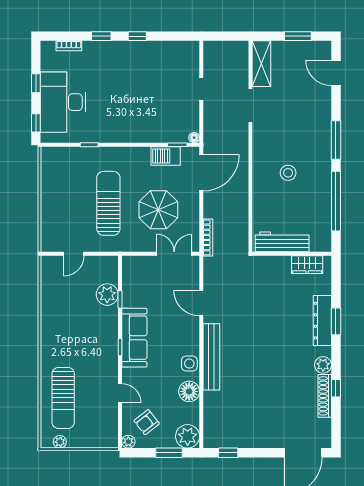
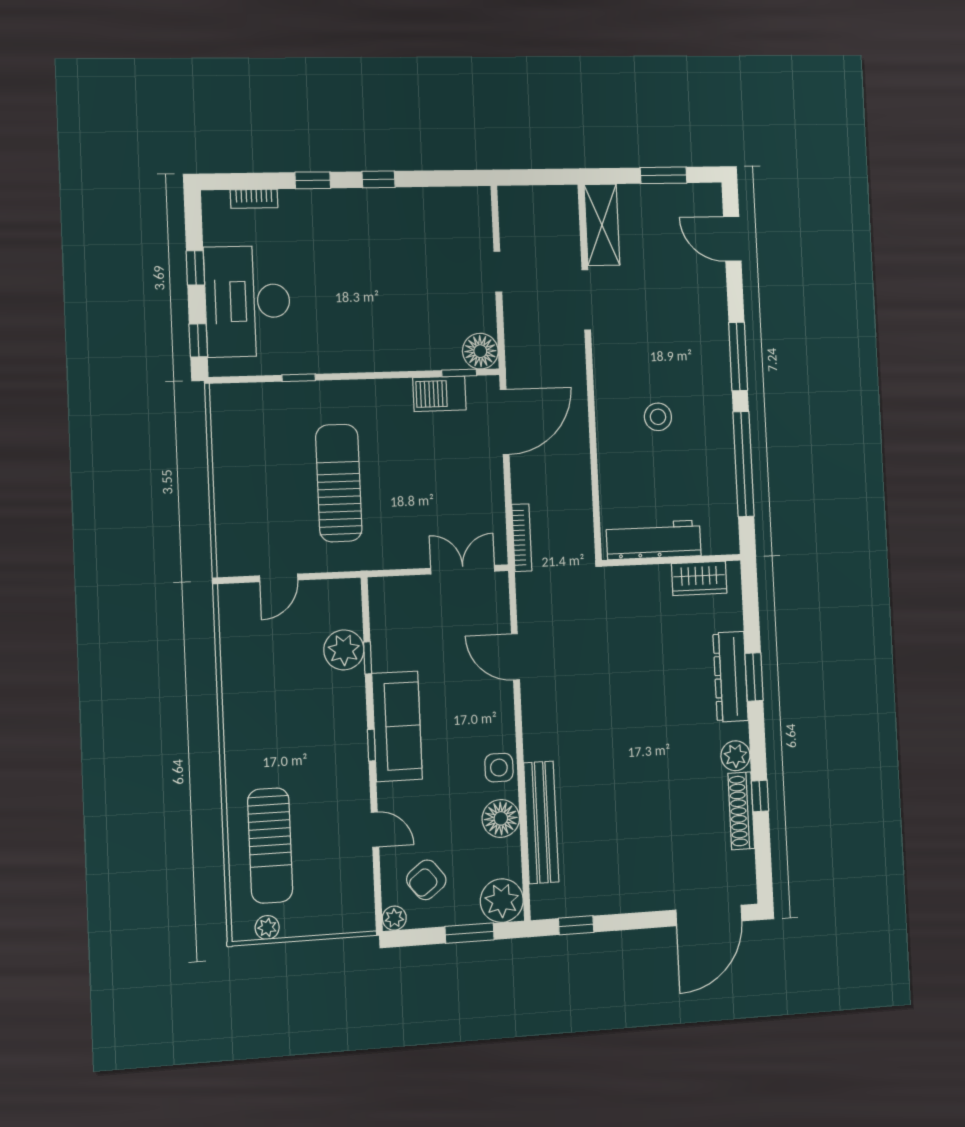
floor lamp: (194, 138) -> (480, 351), width x1.89, depth x1.89
parasol: (158, 210) -> (431, 491), removed
bench: (211, 357) -> (541, 822), moved

